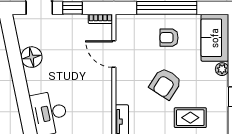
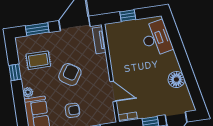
rug: (190, 118) -> (38, 60), moved

